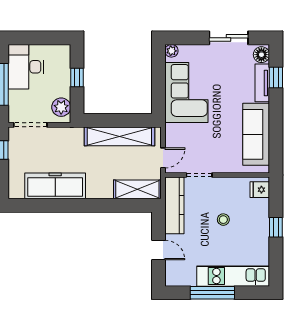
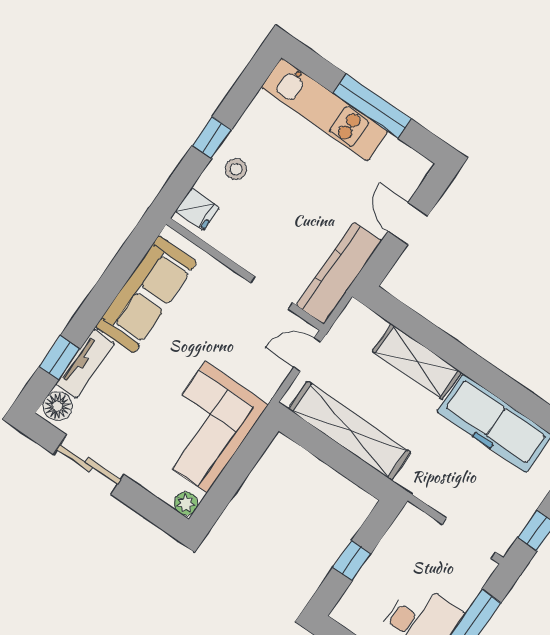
plant: (61, 107) -> (405, 533), removed
shelving: (137, 189) -> (417, 362), moved
stool: (223, 220) -> (236, 169), moved

